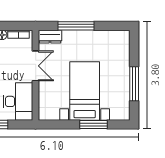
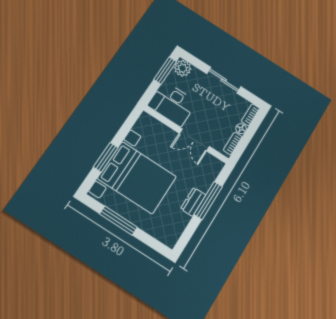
dresser: (50, 37) -> (193, 202), moved
bed with nightstands: (85, 91) -> (137, 178), width x1.36

